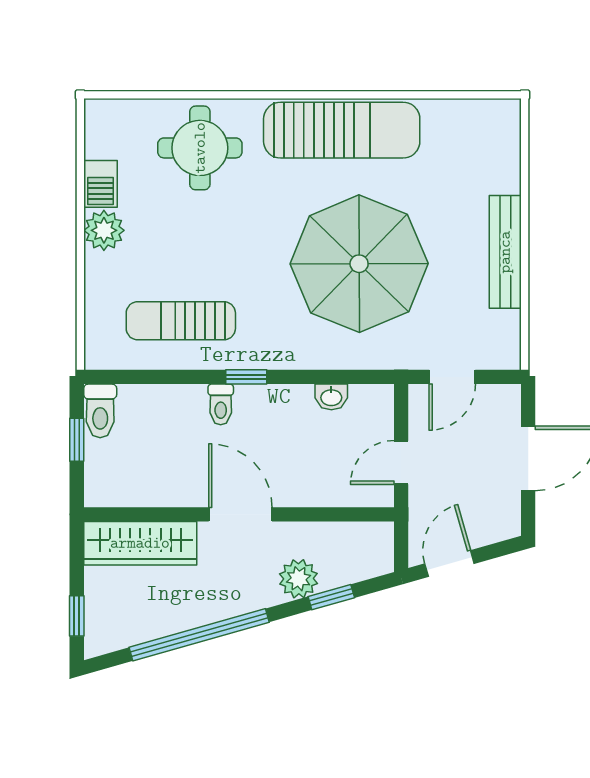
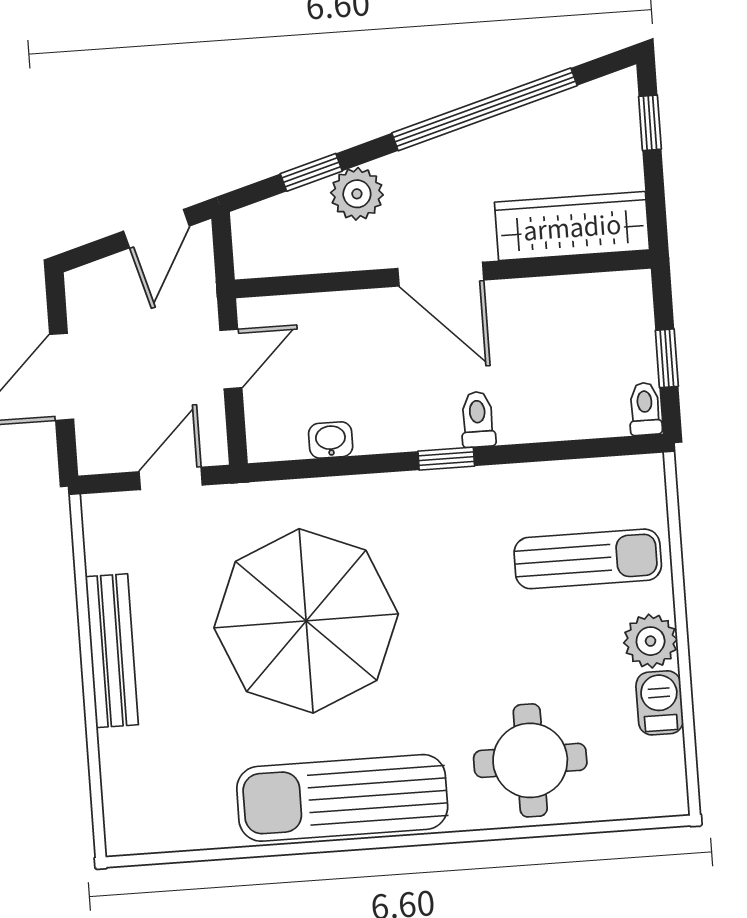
sun lounger: (181, 321) -> (588, 559), moved
toilet: (100, 411) -> (645, 409), width x0.73, depth x0.72

